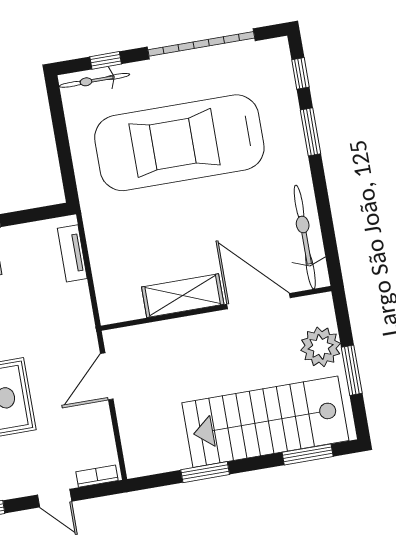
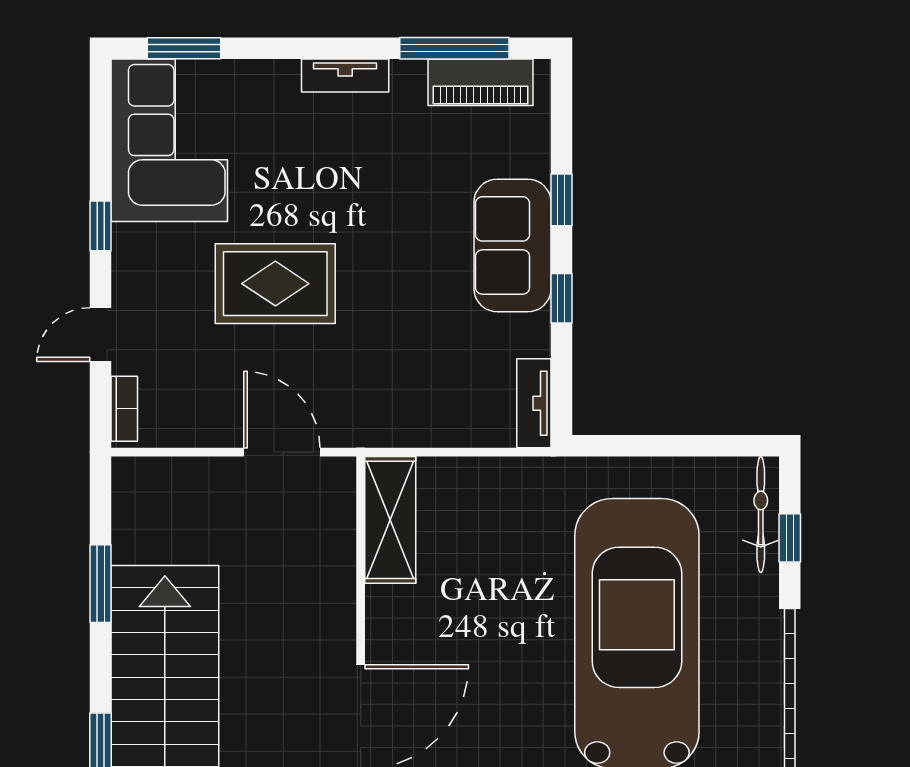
tv unit: (72, 253) -> (534, 403), moved, turned -90
shelving: (183, 296) -> (390, 520), moved

